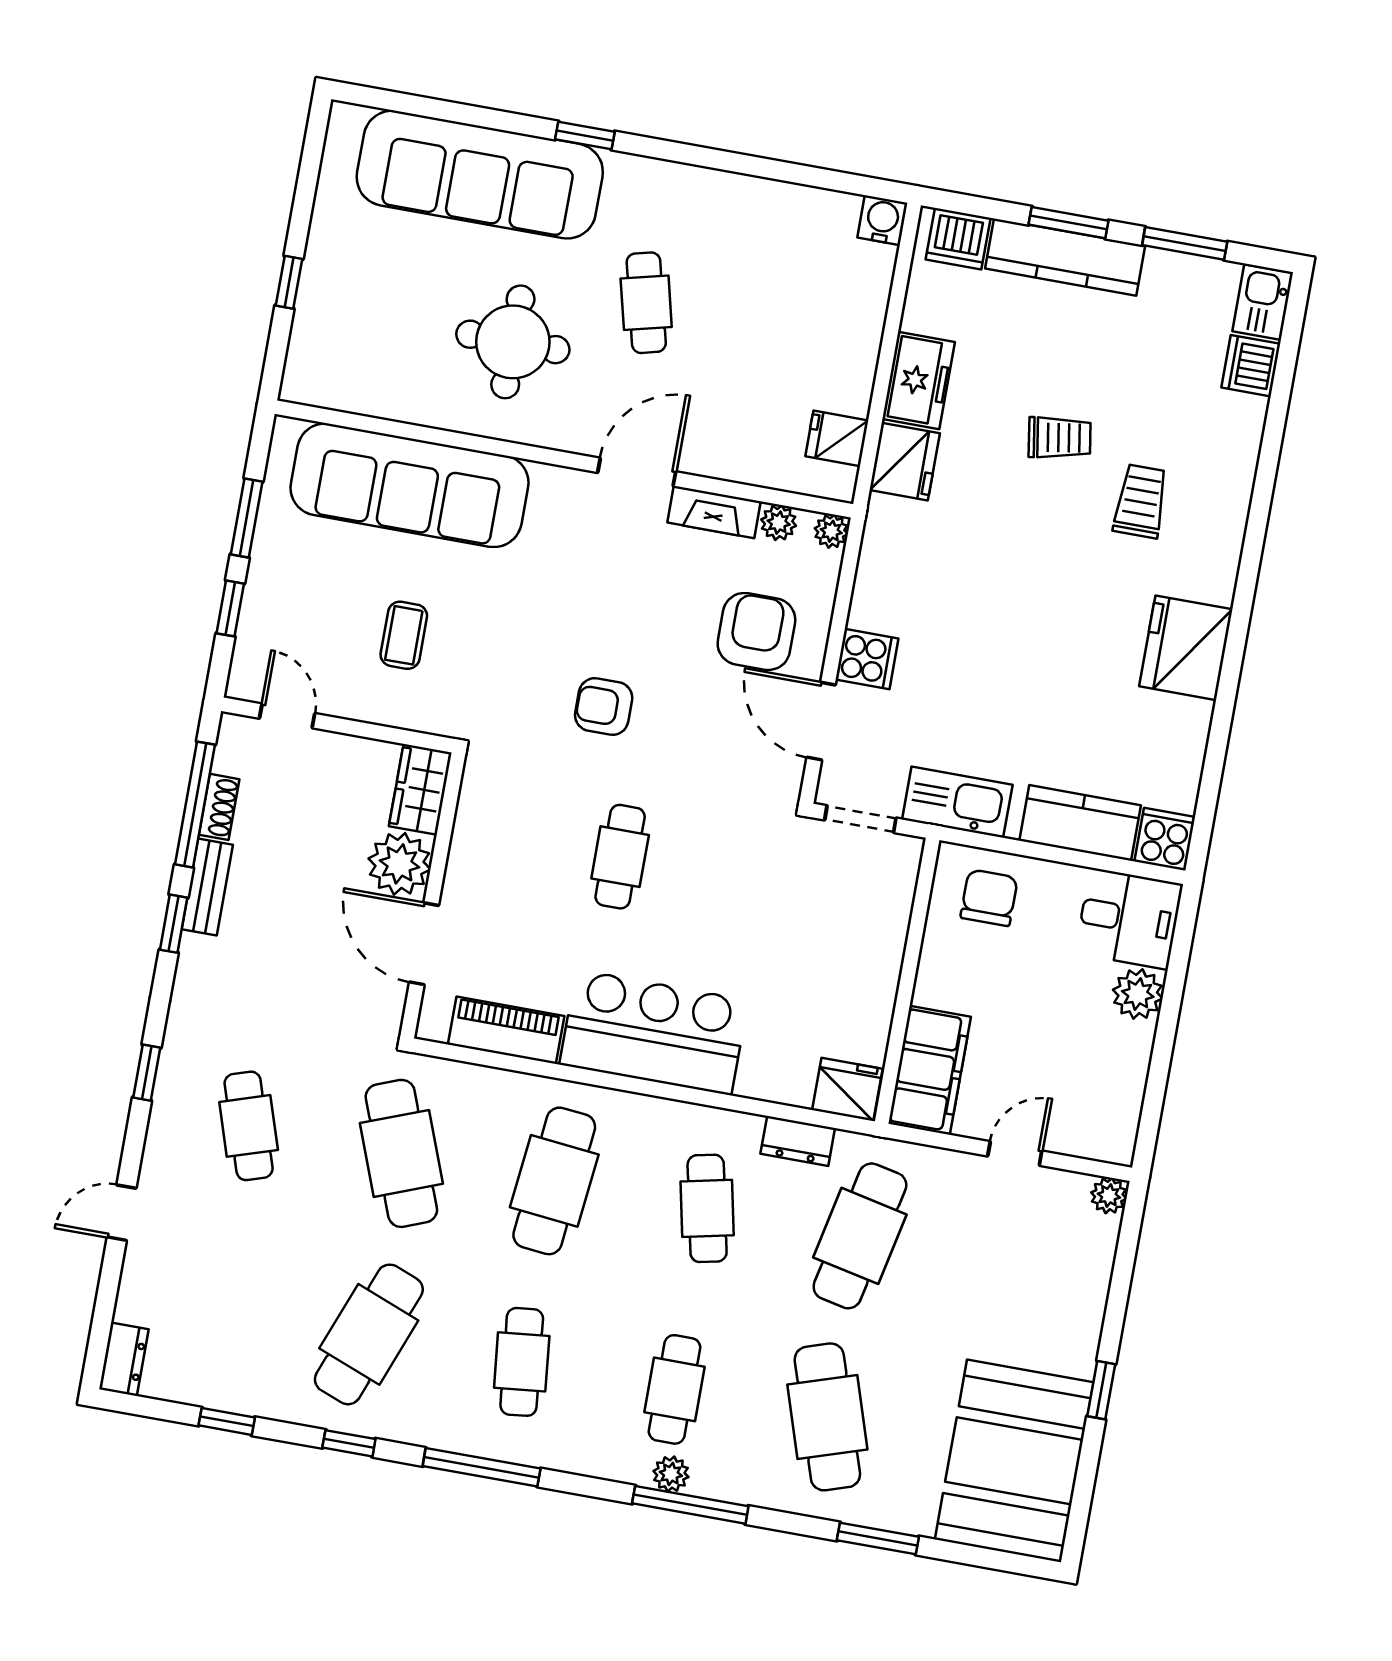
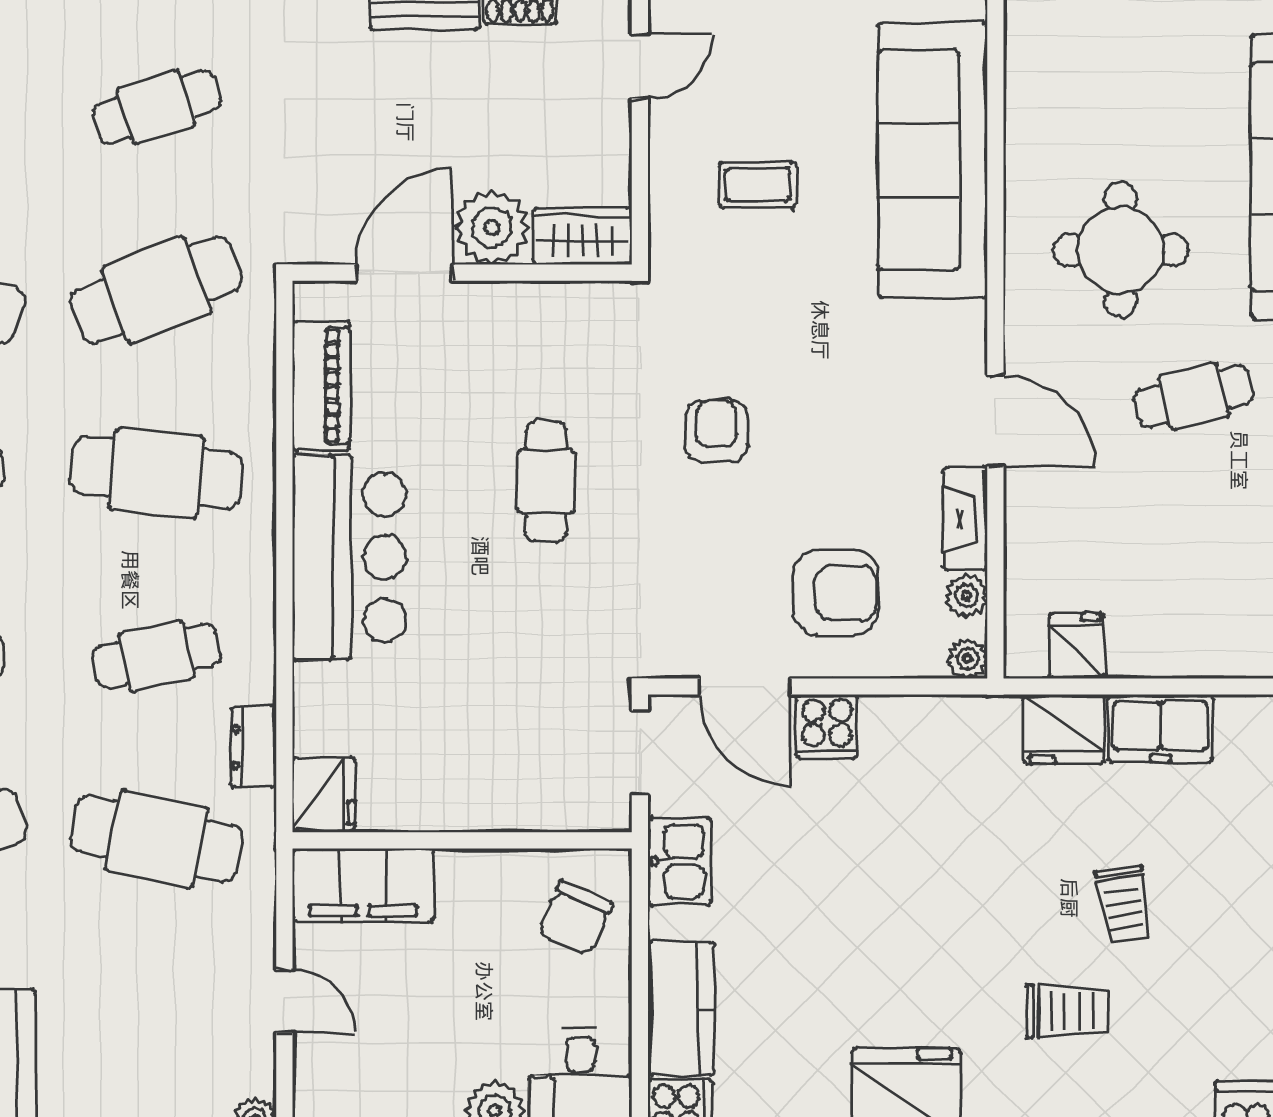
door: (821, 721) -> (745, 687), swing flipped
kitchen sink: (957, 802) -> (680, 861), width x0.73
cafe table: (620, 857) -> (546, 482), turned 90
chair: (989, 898) -> (575, 918), turned 114

